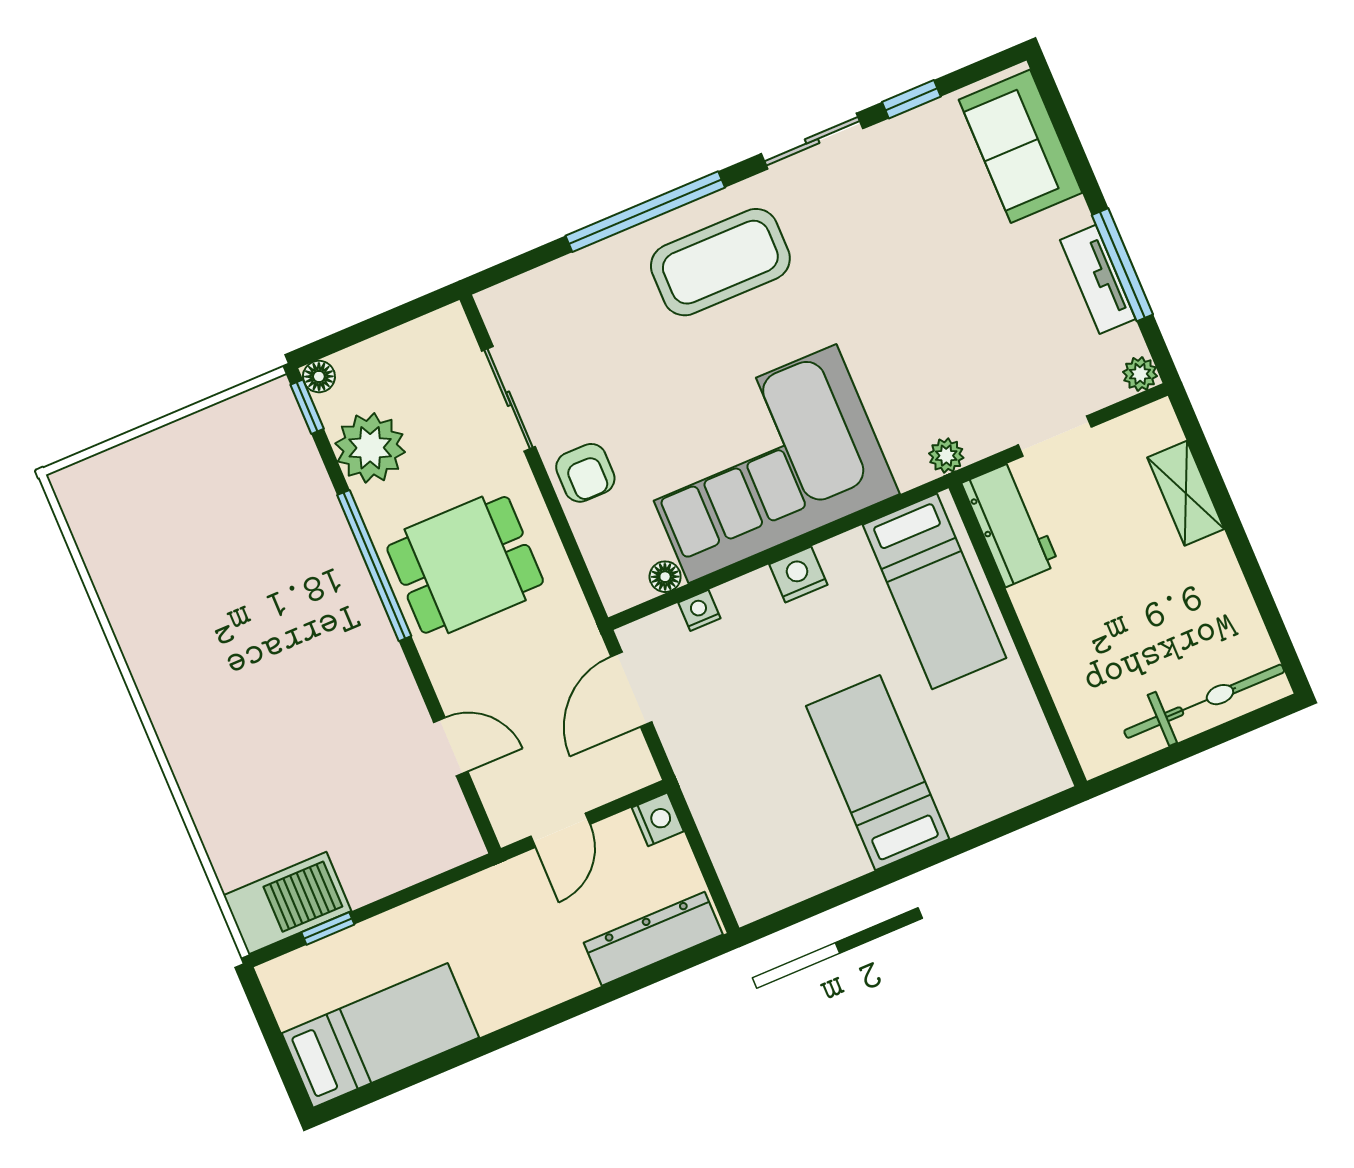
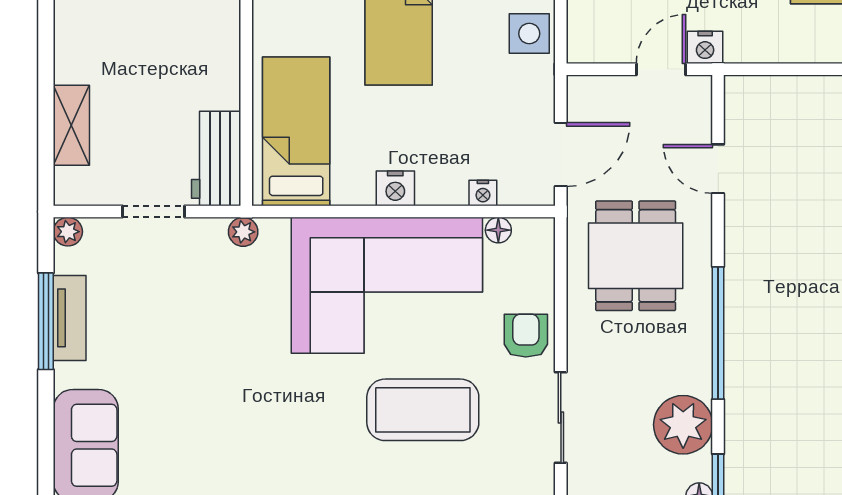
coffee table: (720, 262) -> (423, 410), moved
dining table: (465, 565) -> (636, 256), moved, turned 90
side table: (723, 808) -> (529, 34), added
nightstand: (658, 819) -> (705, 47), moved, turned -90

